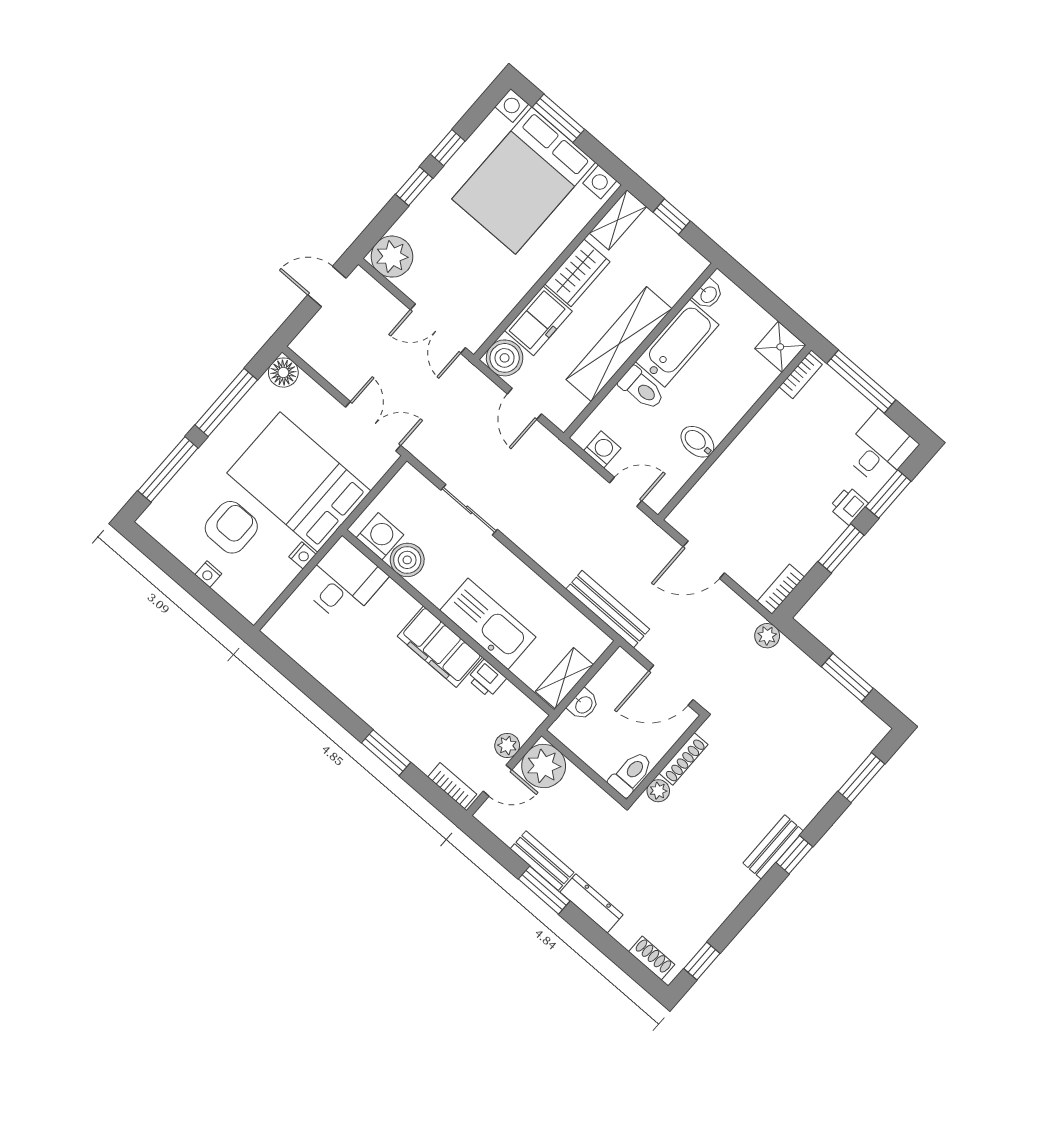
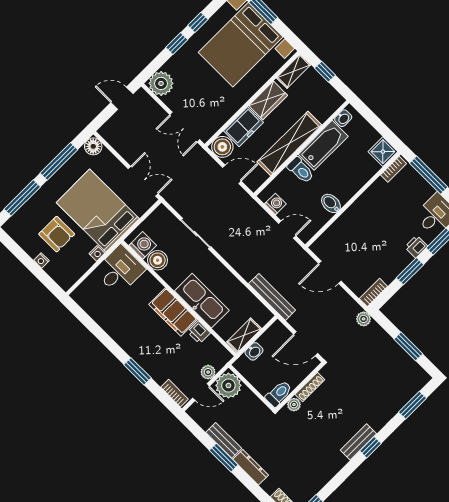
door: (524, 404) -> (232, 174), swing flipped
armchair: (231, 527) -> (57, 234), turned 90

